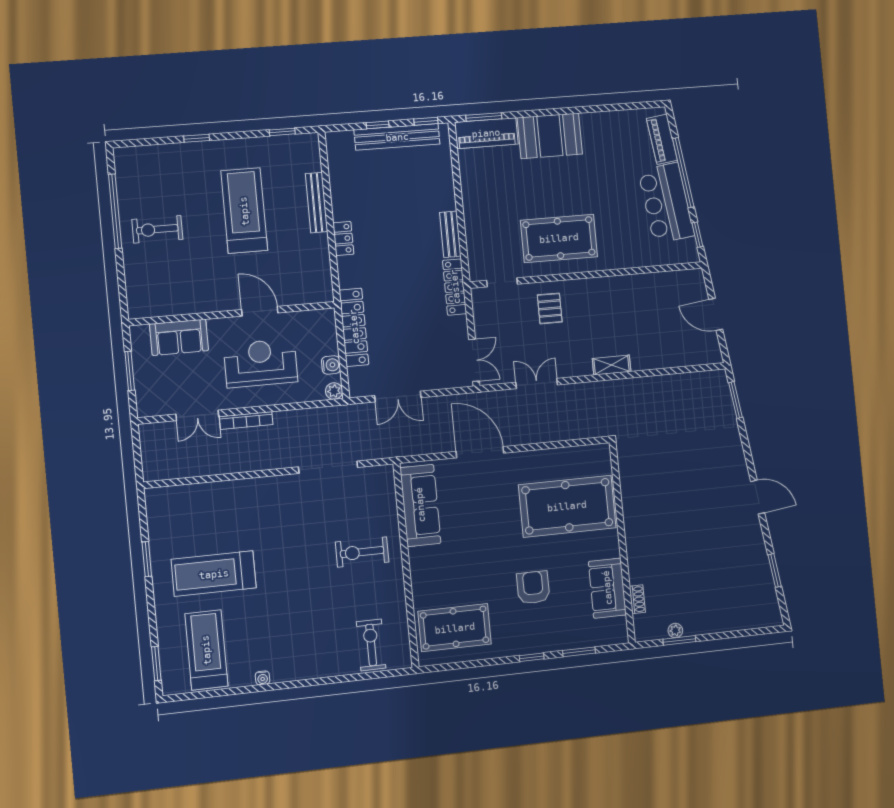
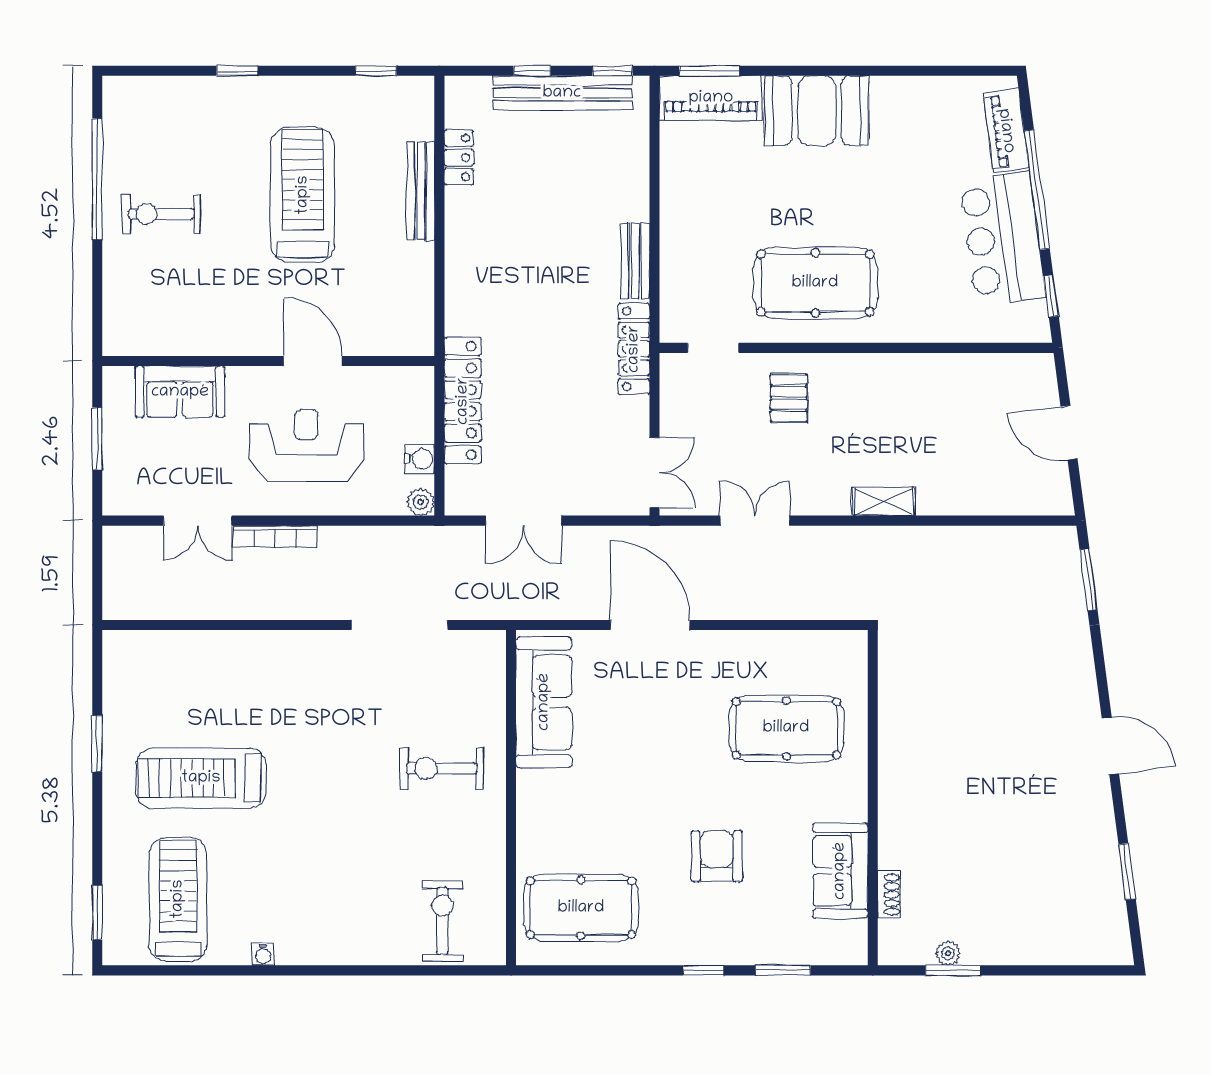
locker: (343, 239) -> (459, 157), moved
pool table: (567, 506) -> (786, 728), width x0.73, depth x0.76

